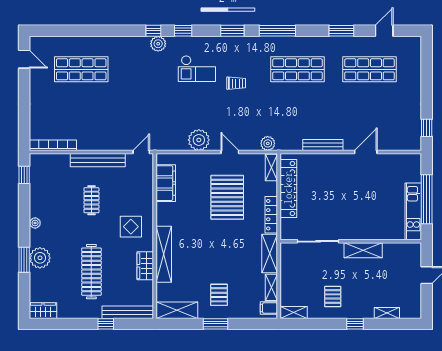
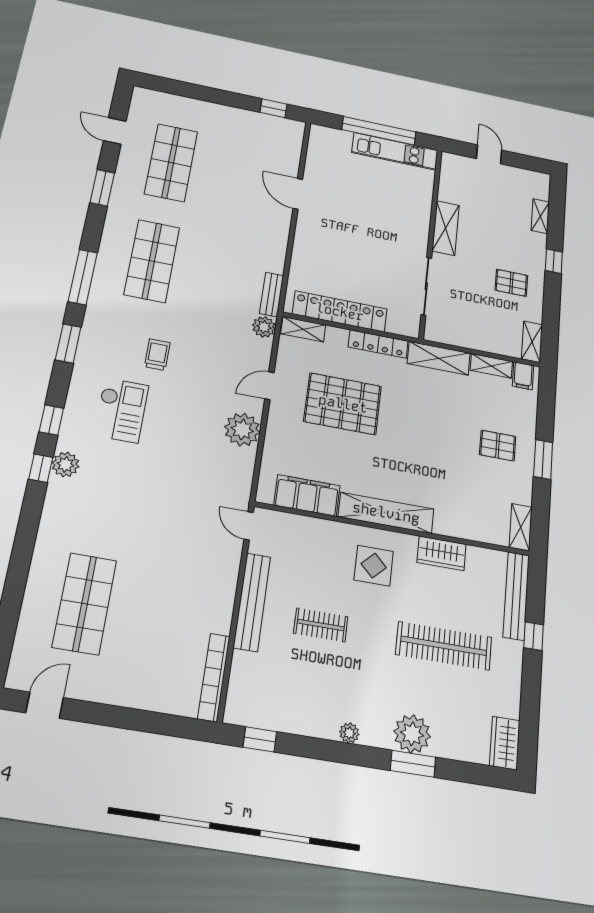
bench: (323, 145) -> (272, 295), moved, width x0.73
shelving: (164, 254) -> (386, 513), moved
shelving: (177, 310) -> (521, 527), width x0.67, depth x0.75

